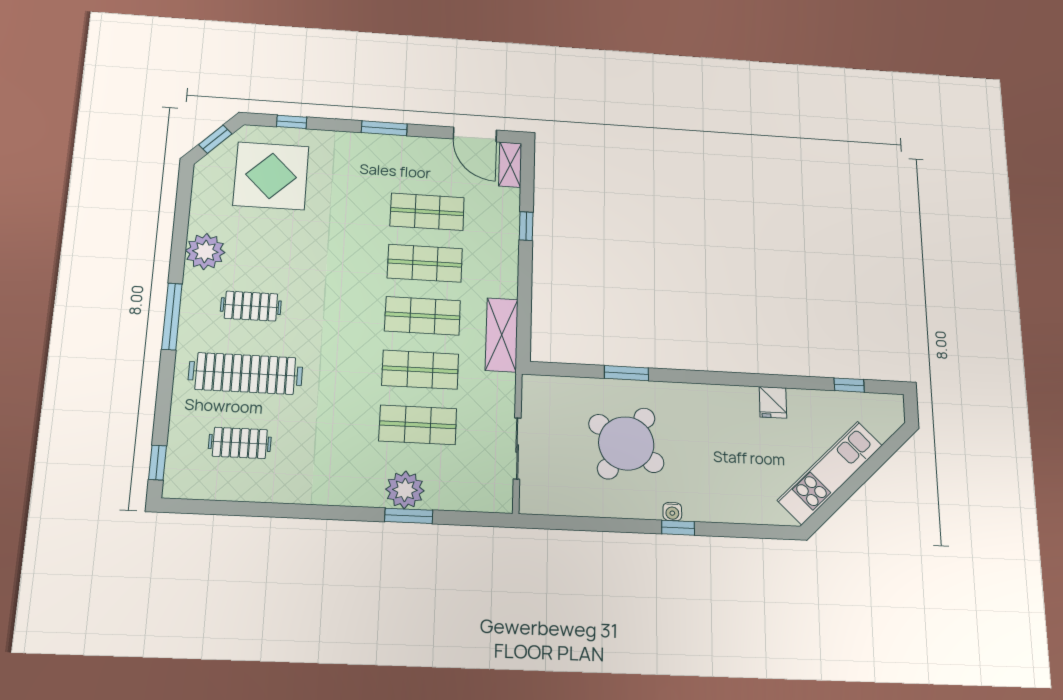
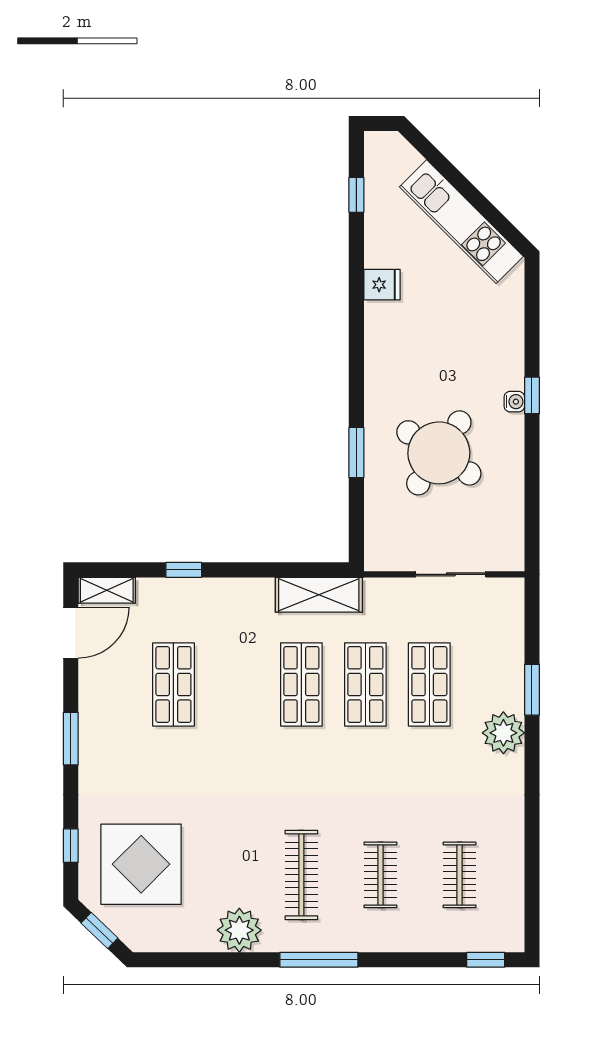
shop shelf: (425, 263) -> (237, 684), removed
clothes rail: (251, 306) -> (301, 875), width x1.36
clothes rail: (245, 373) -> (380, 875), width x0.54, depth x0.76
plant: (405, 490) -> (503, 733), moved

